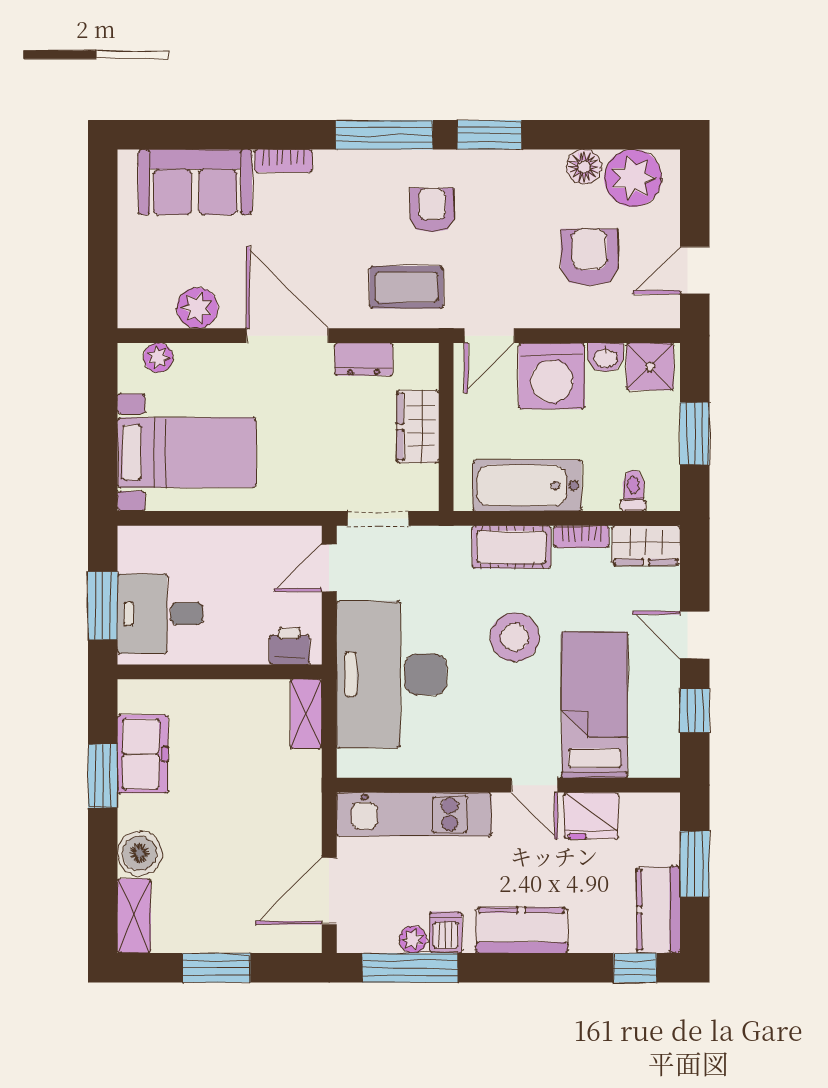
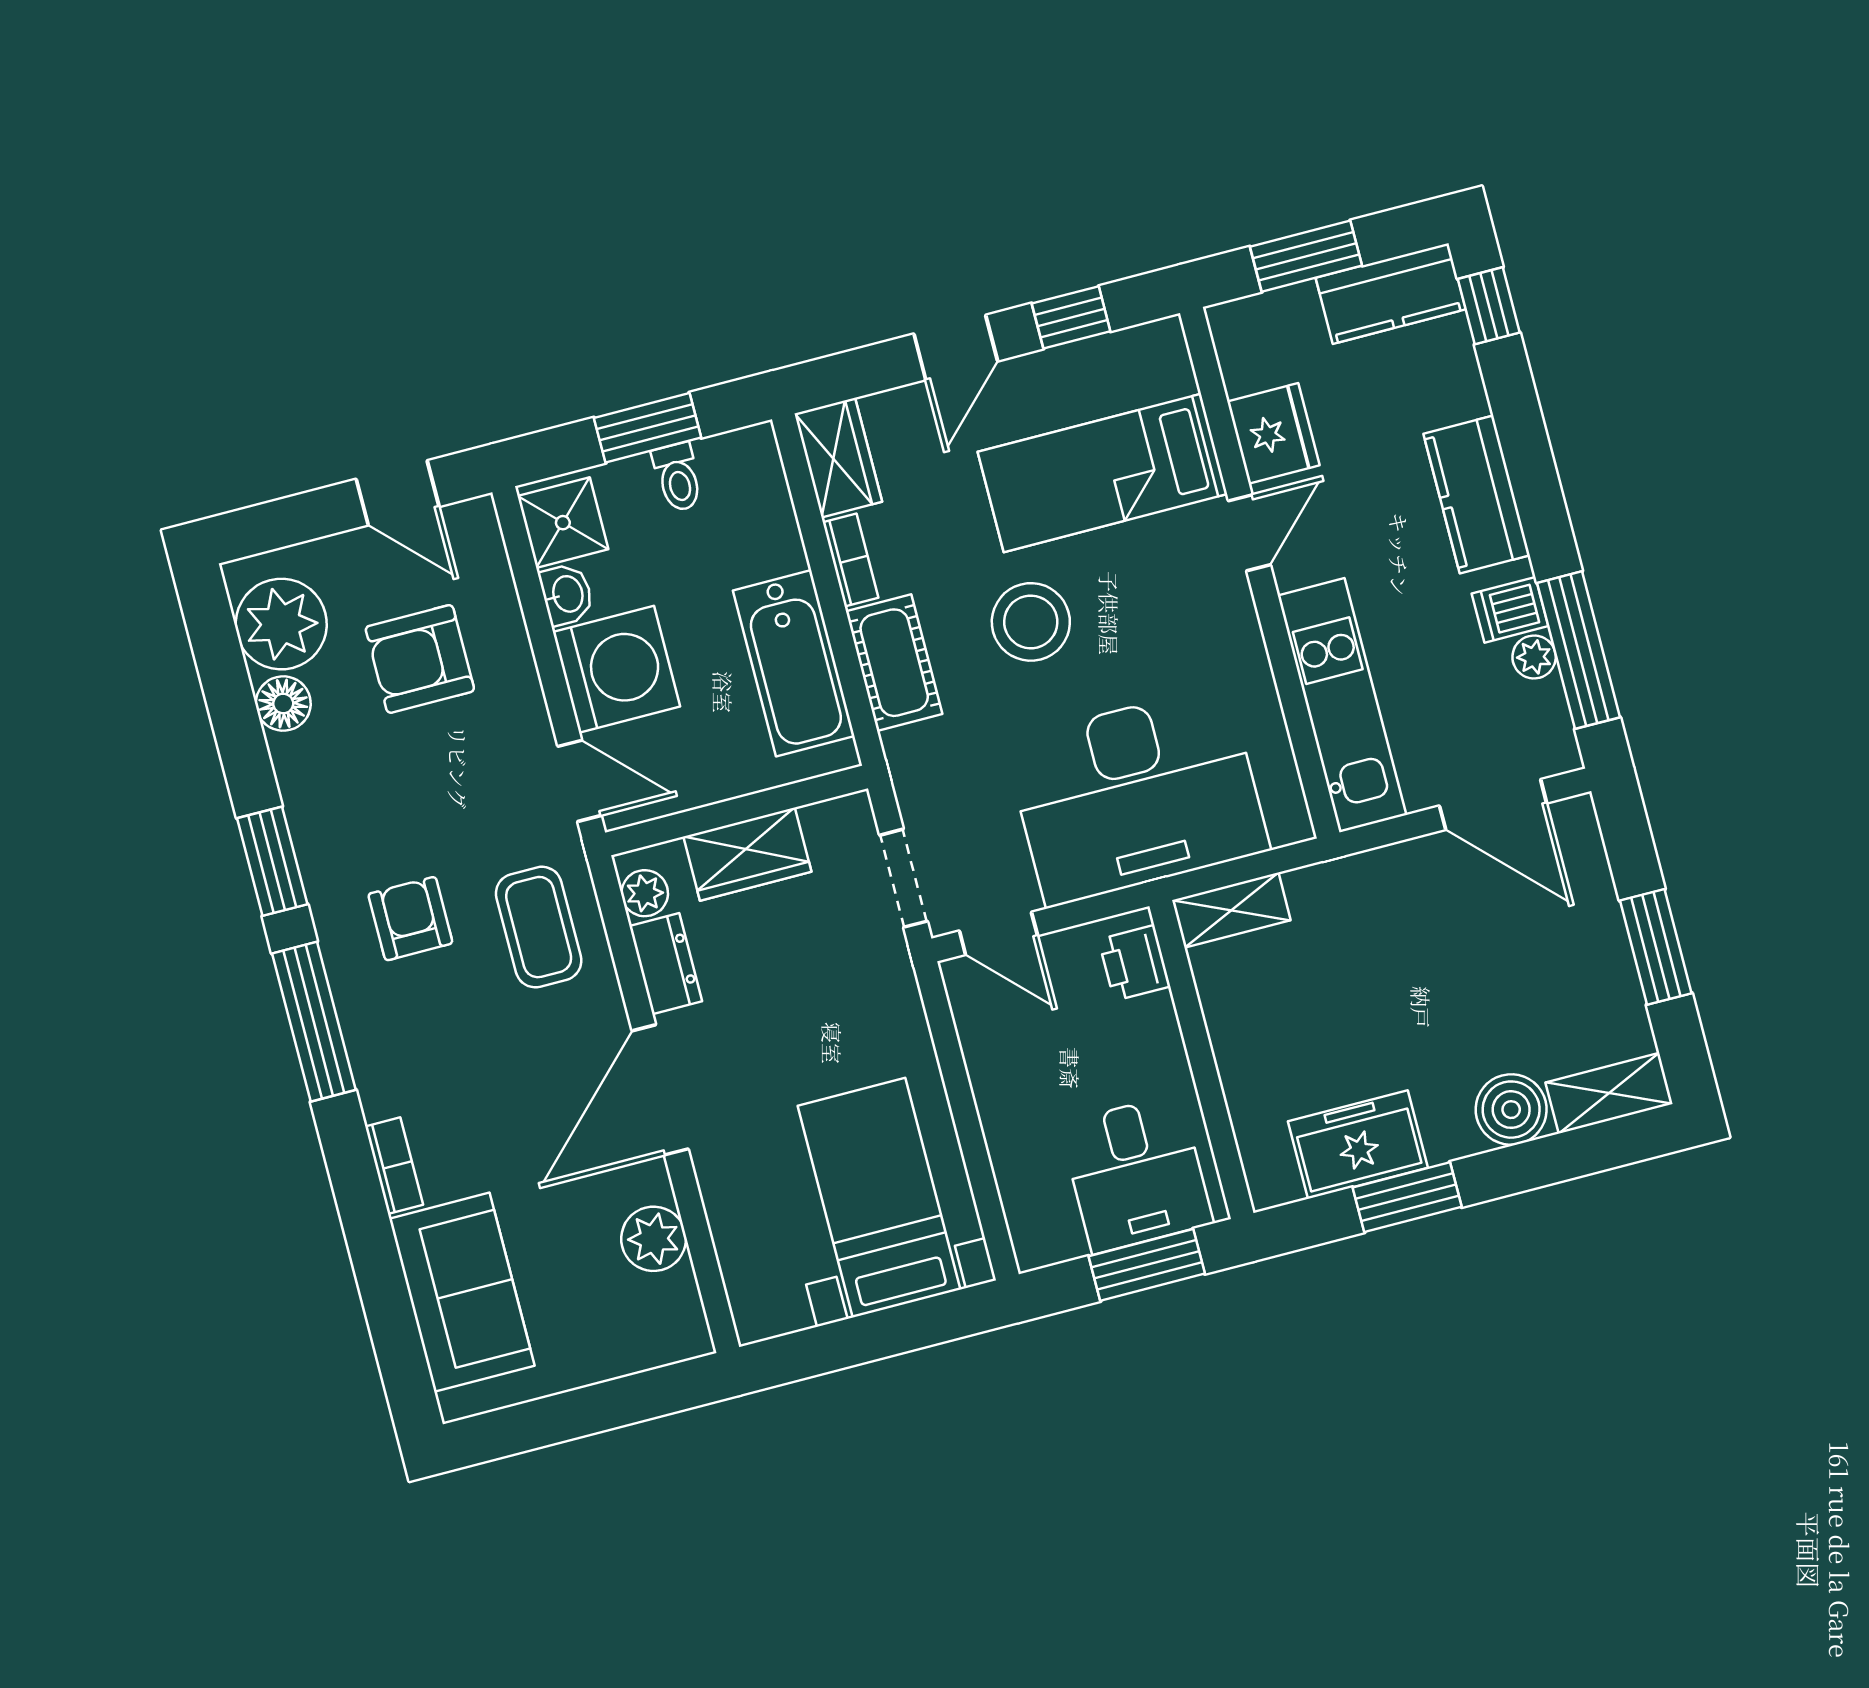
armchair: (432, 210) -> (410, 919), turned 90
plant: (158, 358) -> (645, 893), moved
toilet: (633, 491) -> (678, 477), moved, turned -90

